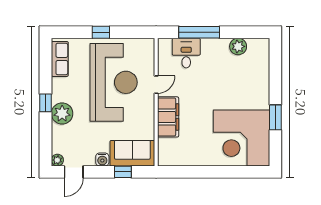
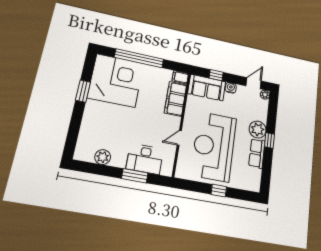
window: (199, 32) -> (135, 176), width x0.69
desk: (186, 53) -> (145, 159), width x1.37
row of seats: (60, 59) -> (257, 153), moved
filing cabinet: (168, 117) -> (176, 99), moved
filing cabinet: (167, 159) -> (180, 77), added
window: (220, 172) -> (139, 58), added

